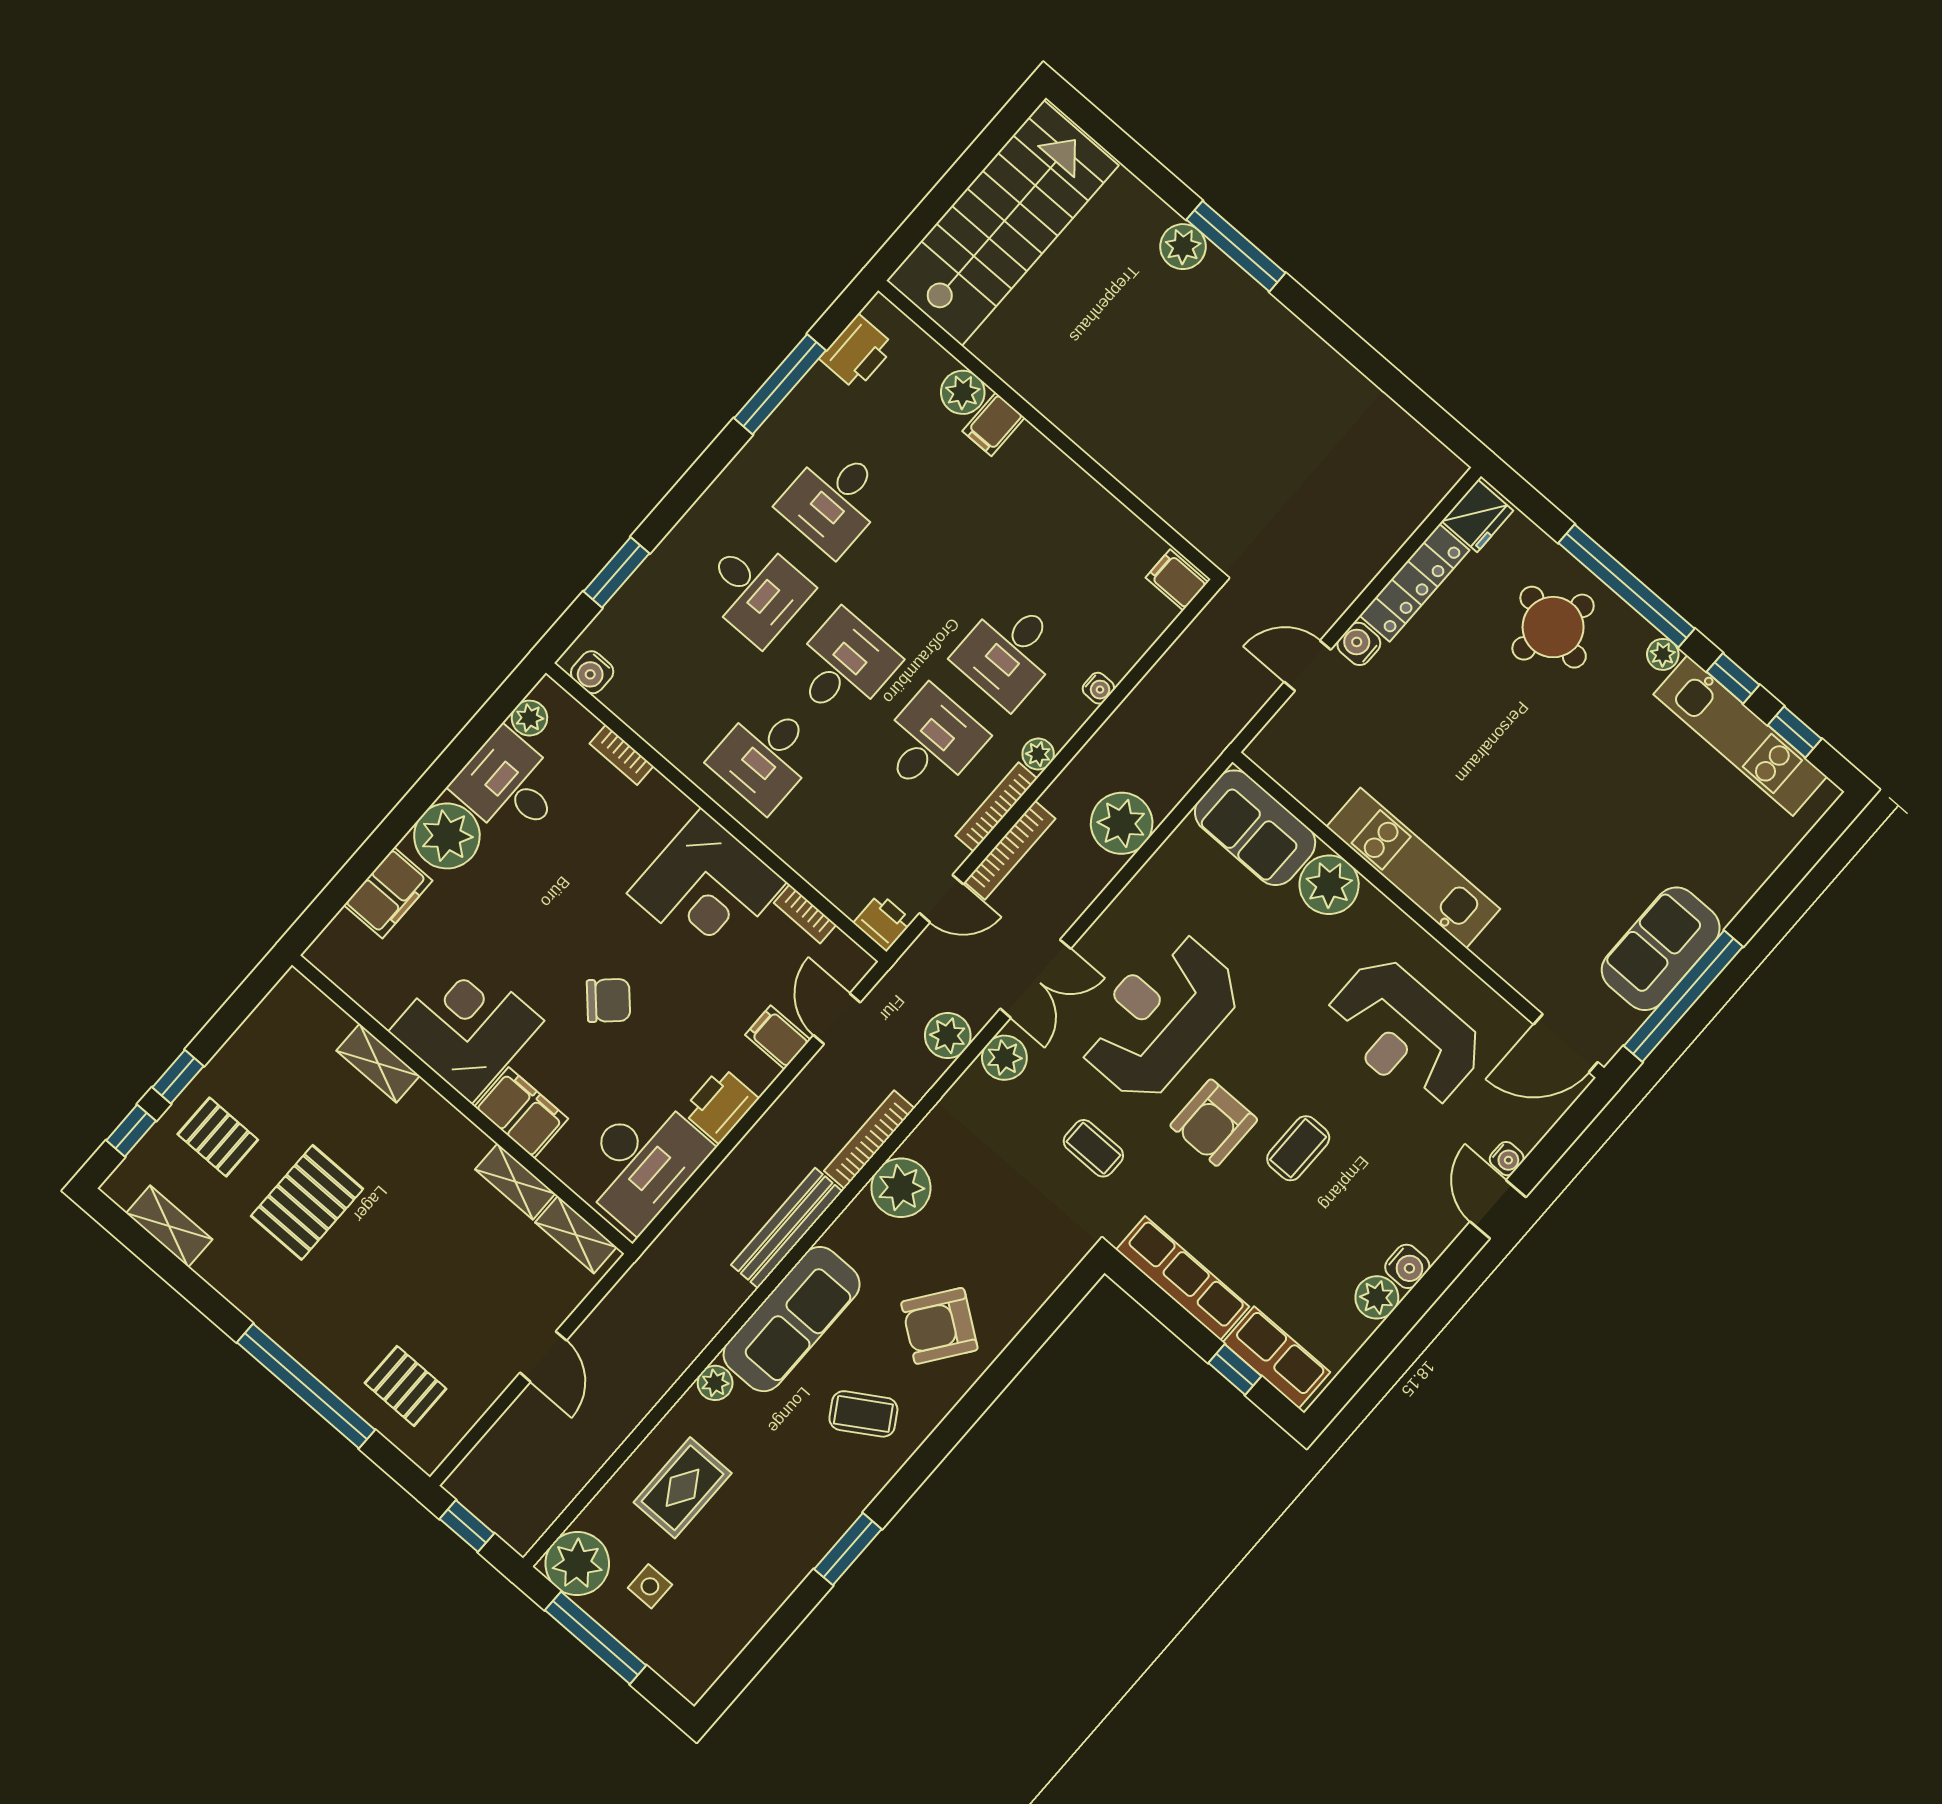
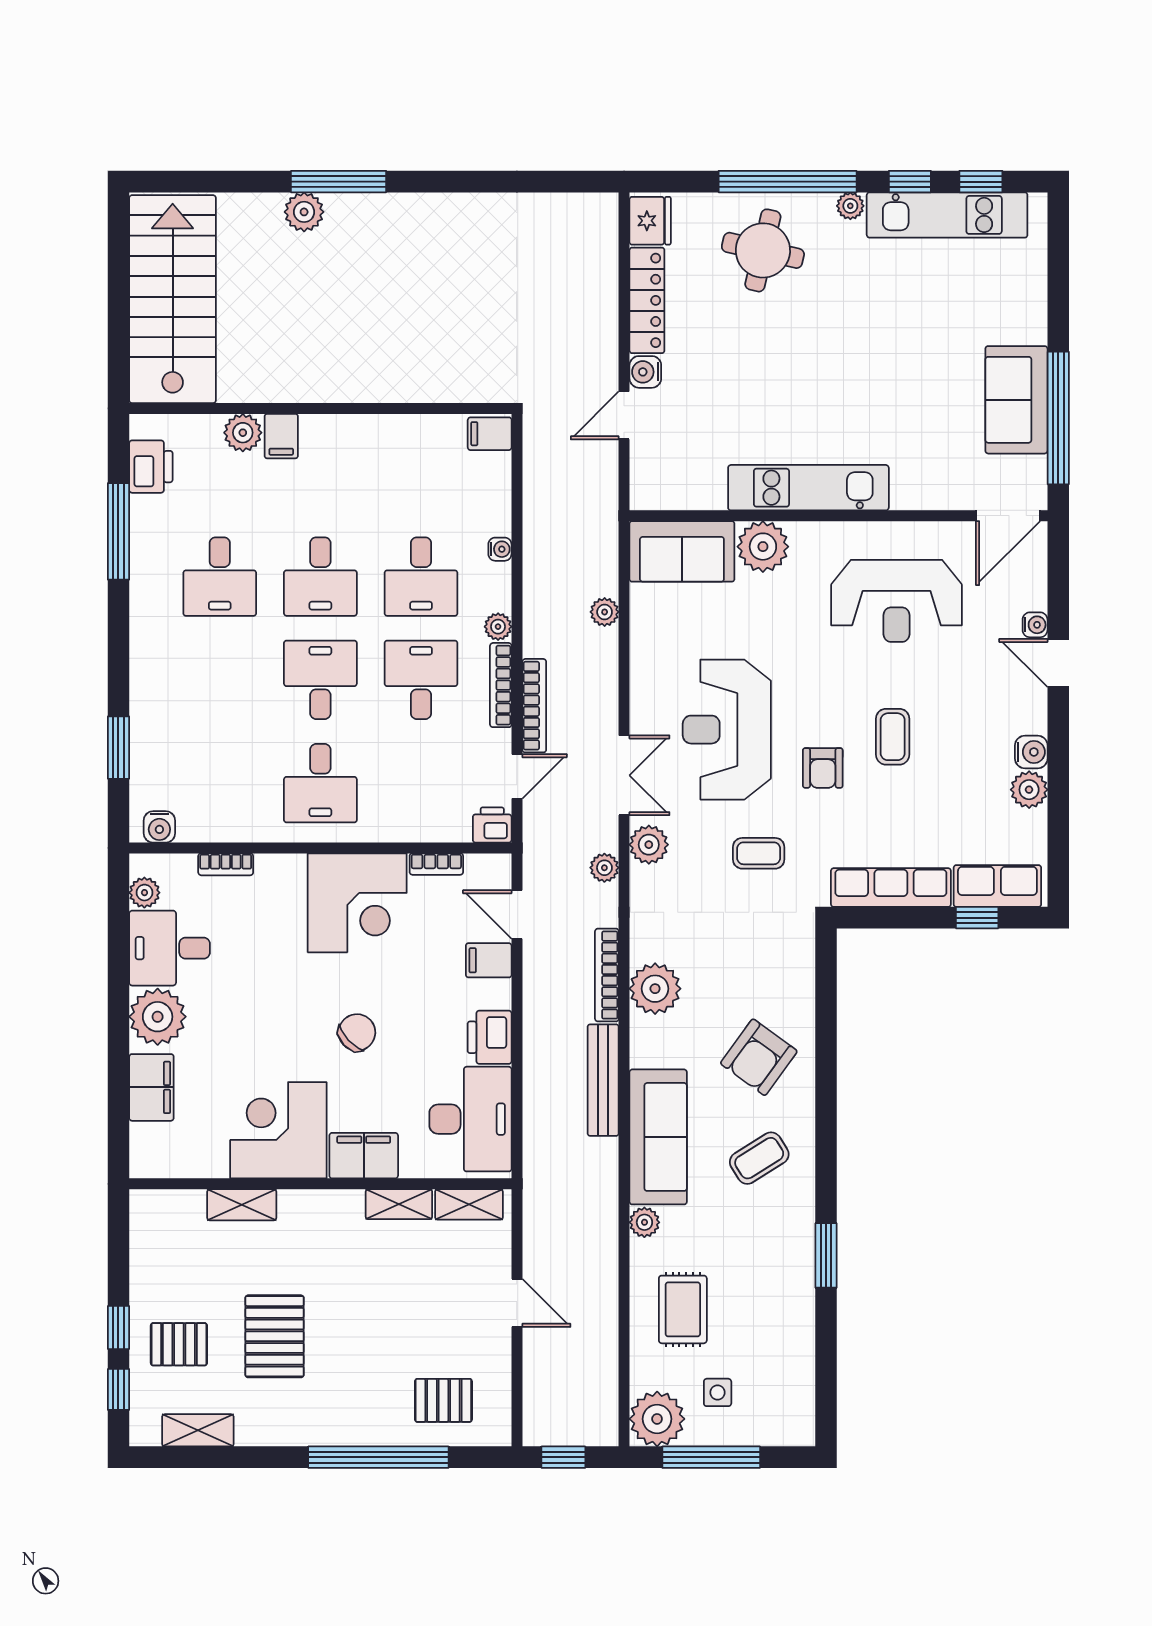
desk: (756, 590) -> (320, 577), moved, turned 90
plant: (1122, 823) -> (605, 612), width x0.53, depth x0.53
plant: (948, 1036) -> (604, 868), width x0.73, depth x0.73
armchair: (1214, 1123) -> (823, 768), width x0.72, depth x0.72

